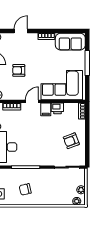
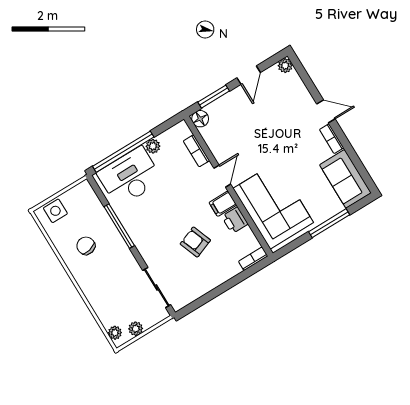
door: (21, 31) -> (326, 111), moved
armchair: (19, 70) -> (256, 129), removed
door: (32, 101) -> (222, 176), hinge flipped
armchair: (71, 141) -> (195, 242), moved

